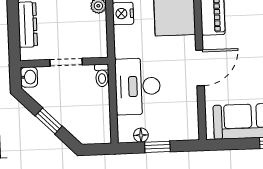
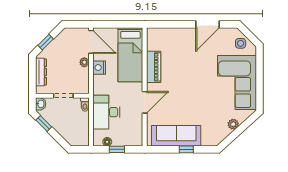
window: (49, 121) -> (44, 123), moved

